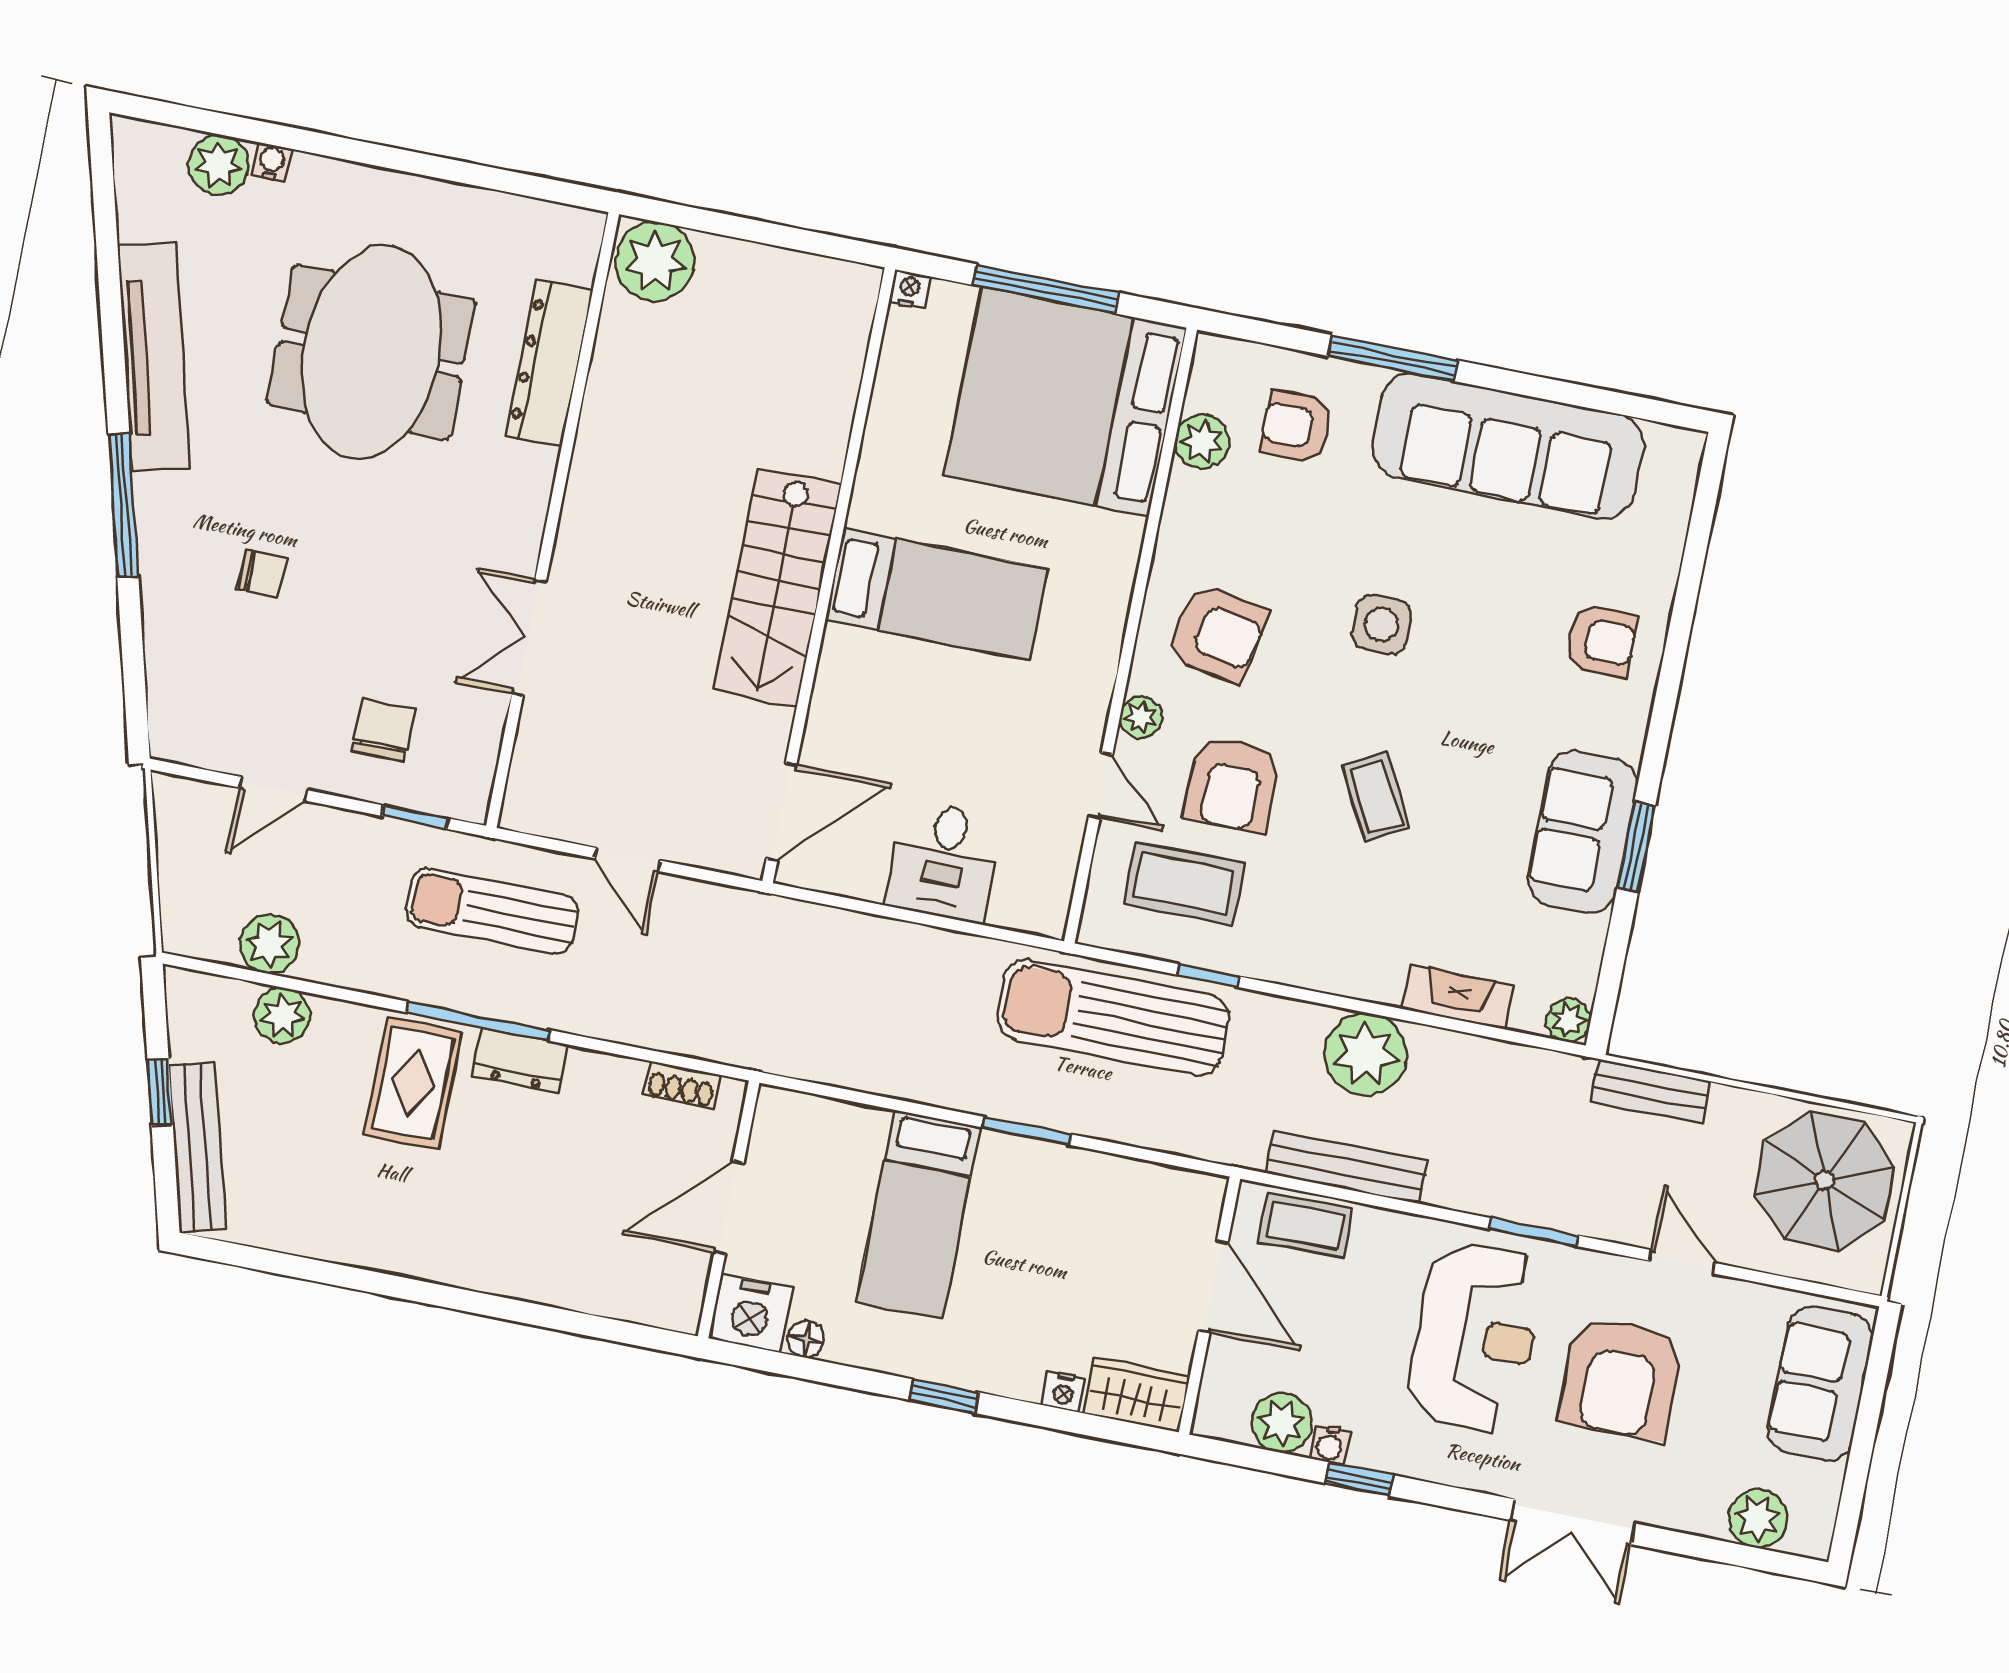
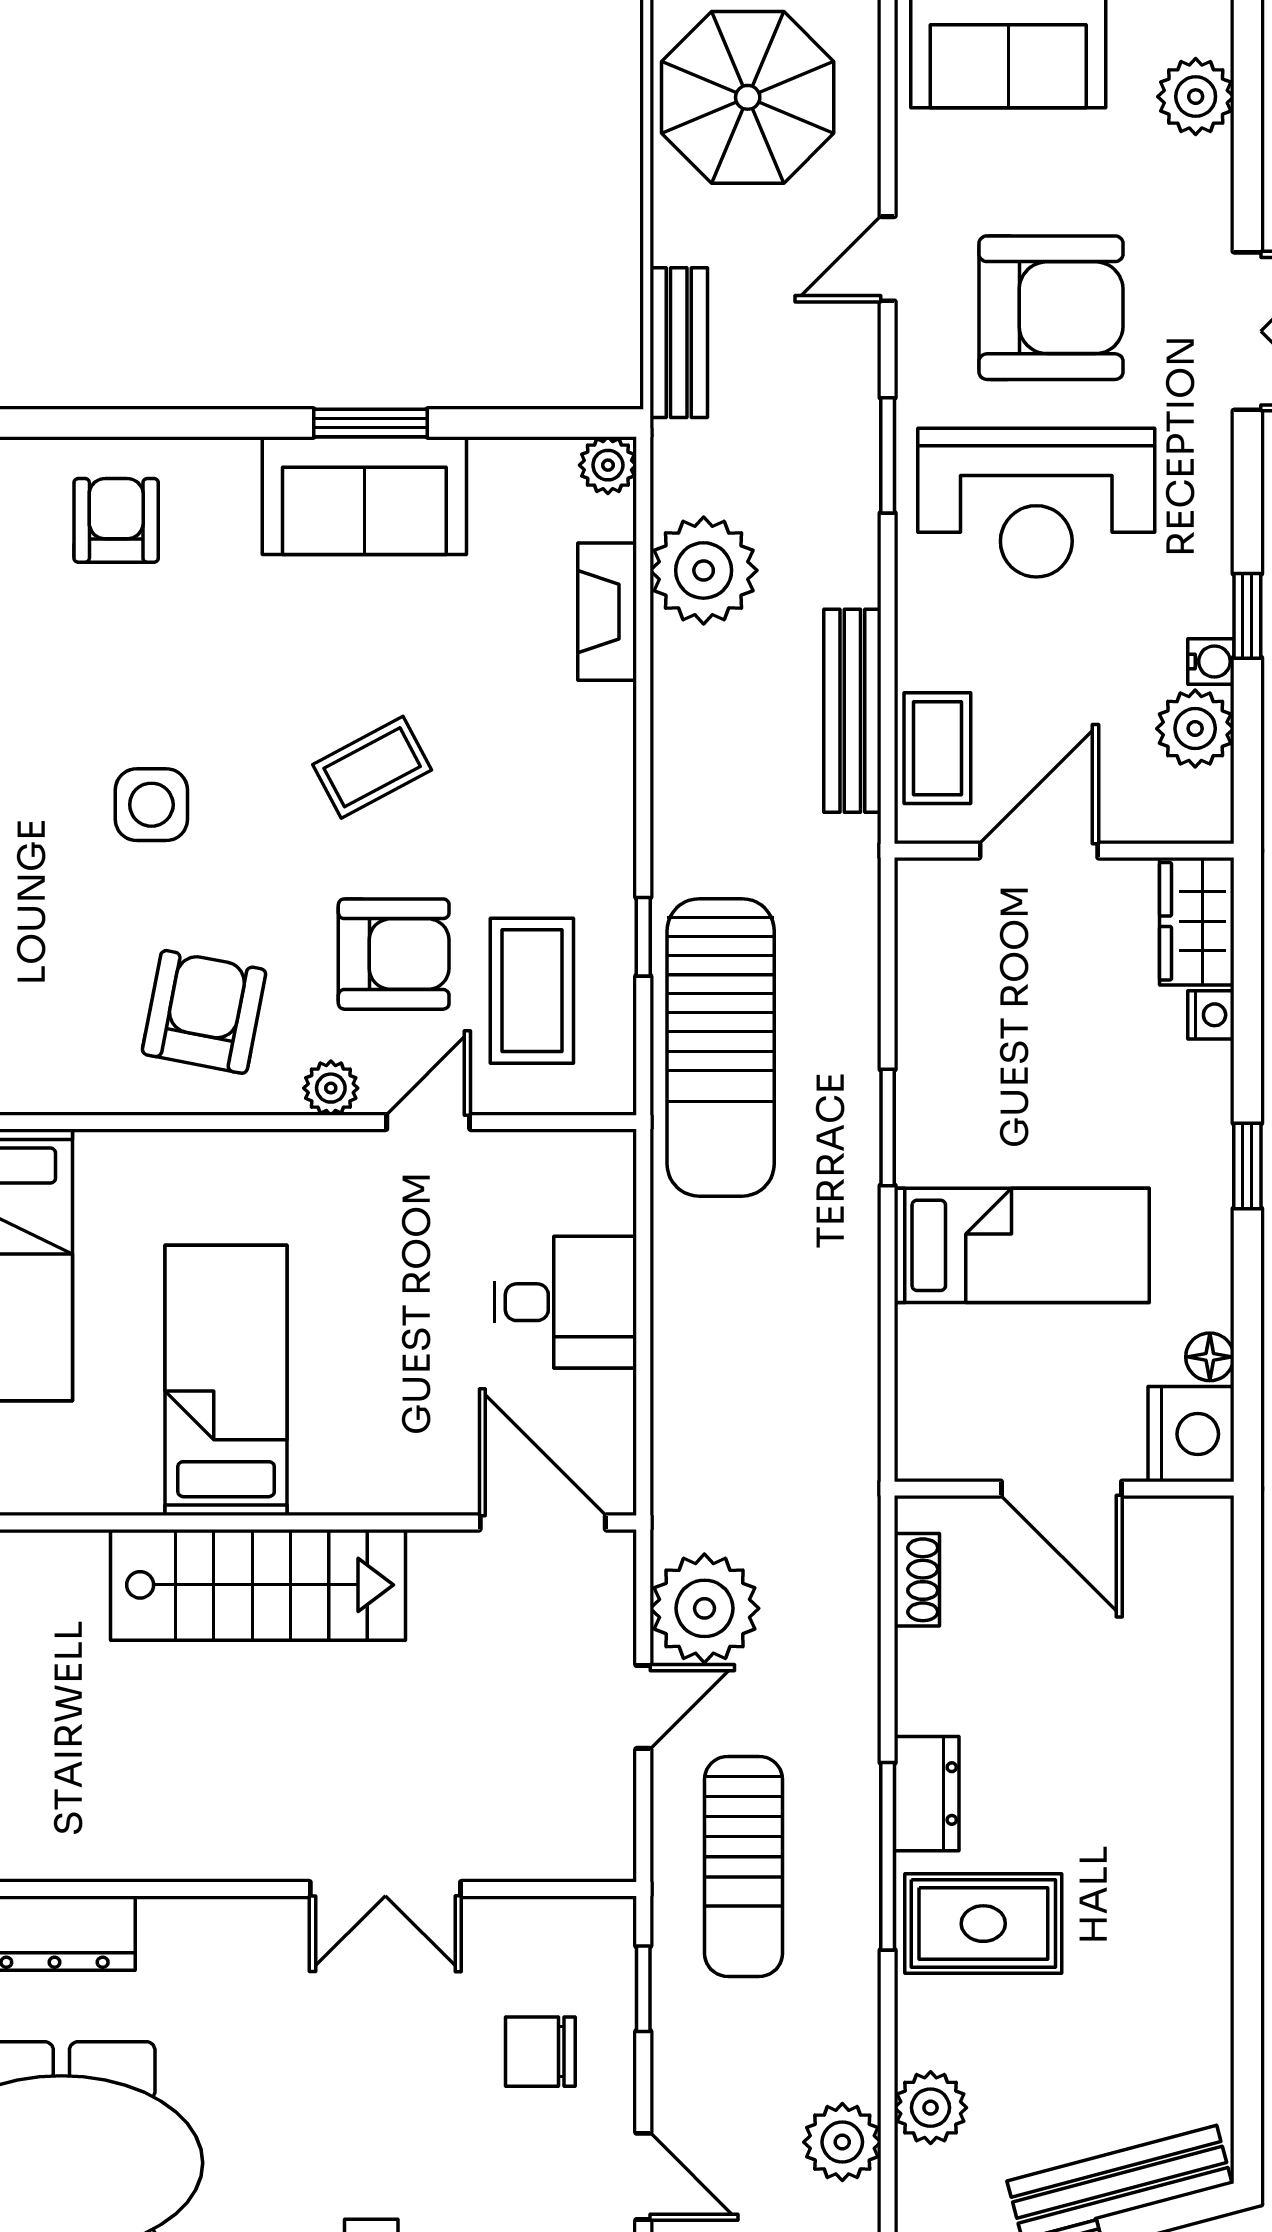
plant: (692, 920) -> (704, 1608), added
plant: (1365, 1054) -> (704, 570), moved
reception desk: (1476, 1337) -> (1036, 503), turned 180

